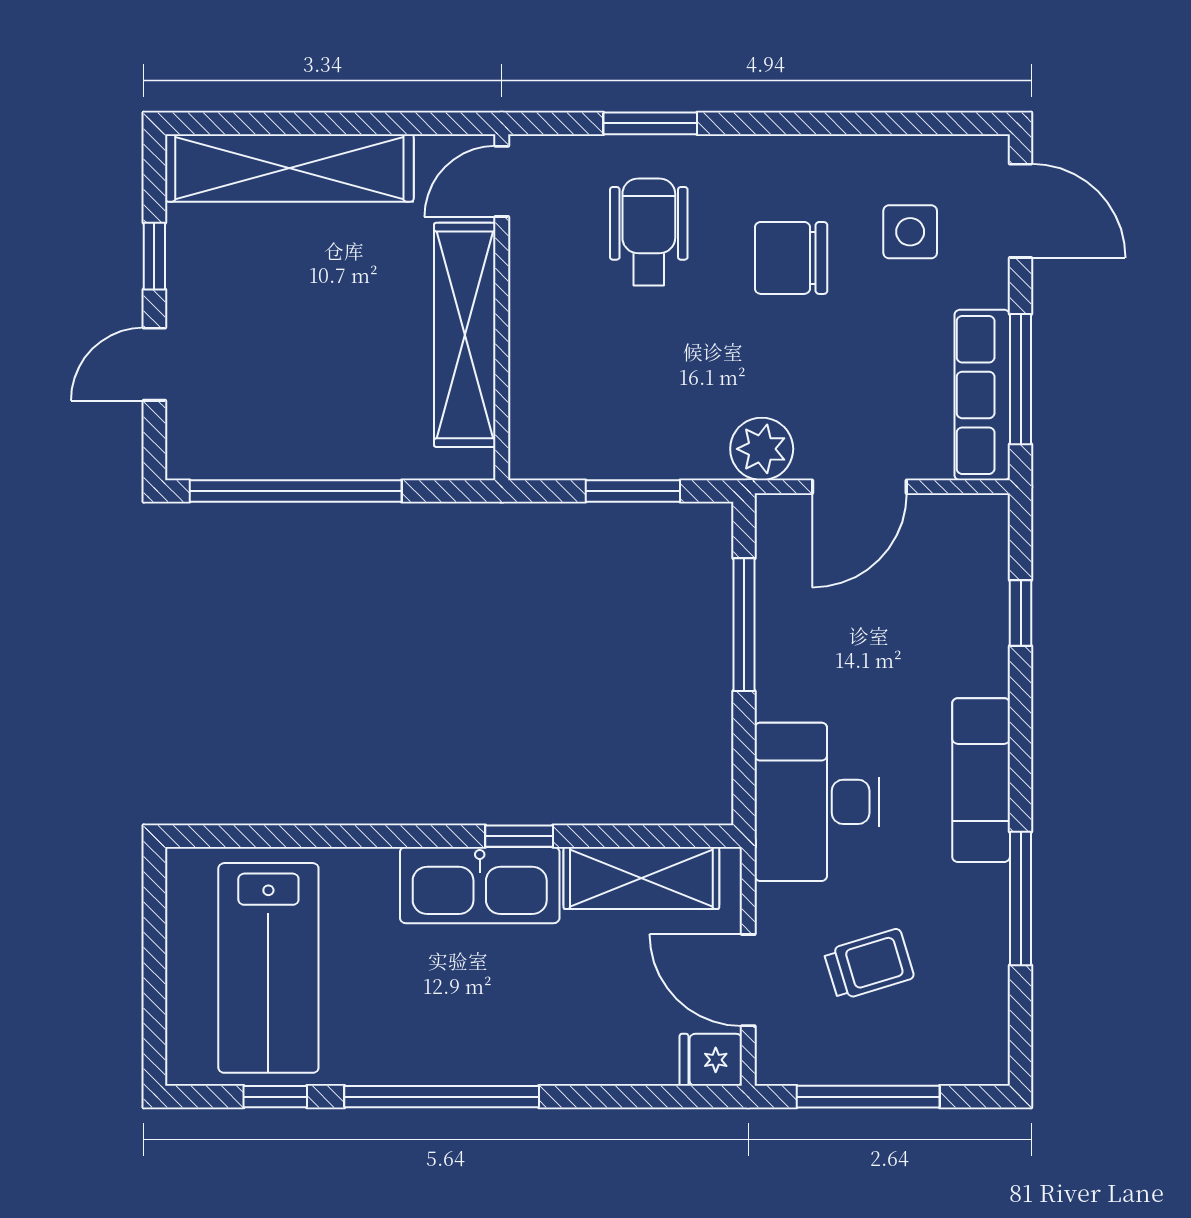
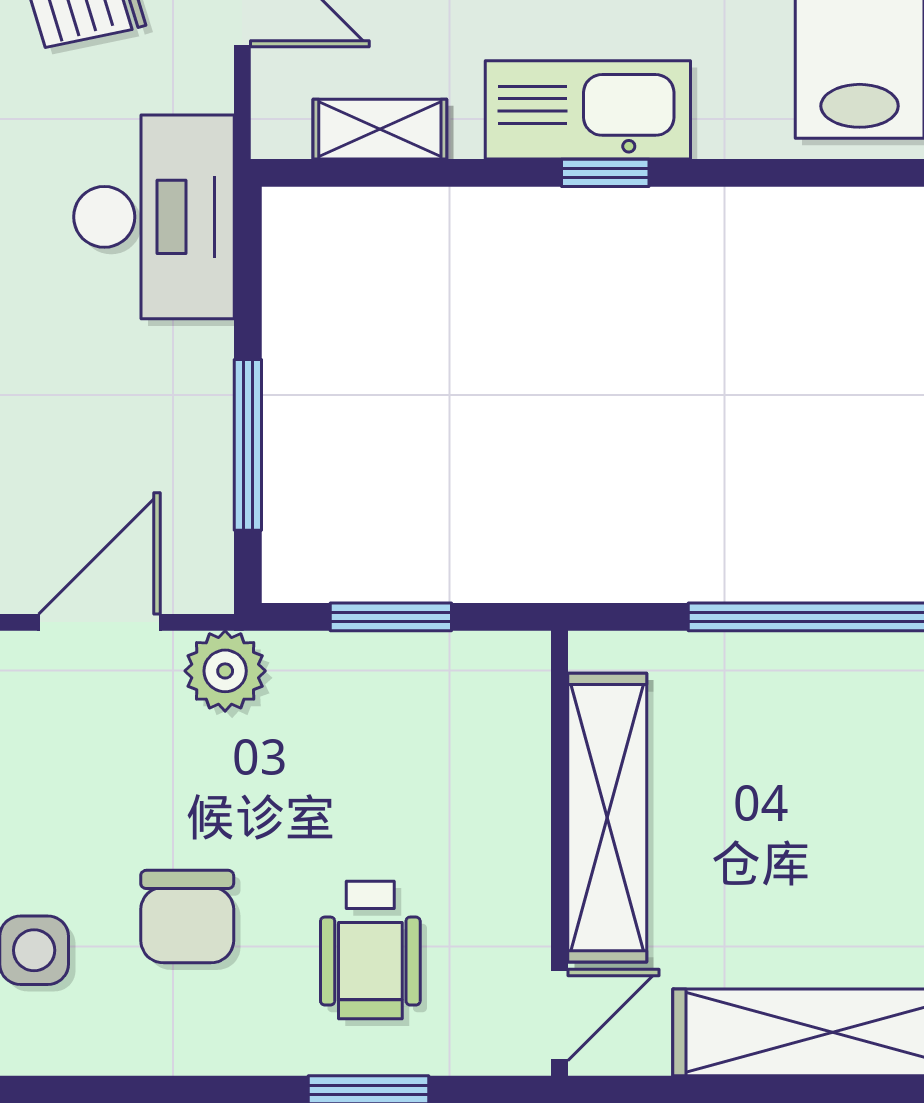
chair: (791, 258) -> (187, 917), turned 90
window: (519, 836) -> (605, 173), moved
shelving: (641, 878) -> (380, 129), width x0.67, depth x0.75

